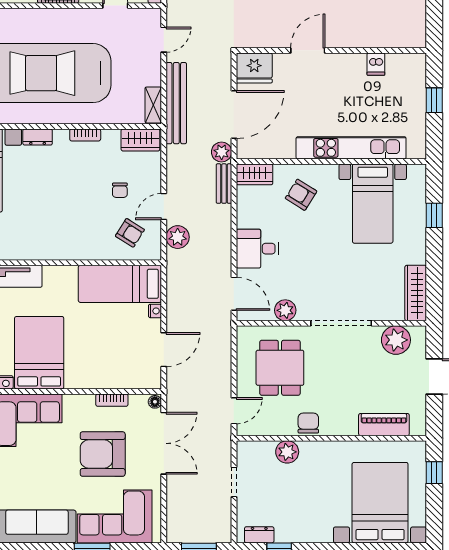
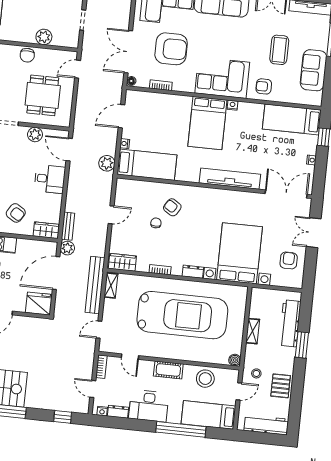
chair: (120, 190) -> (156, 223), moved
armchair: (130, 233) -> (172, 207), moved
plant: (178, 237) -> (107, 163), moved

